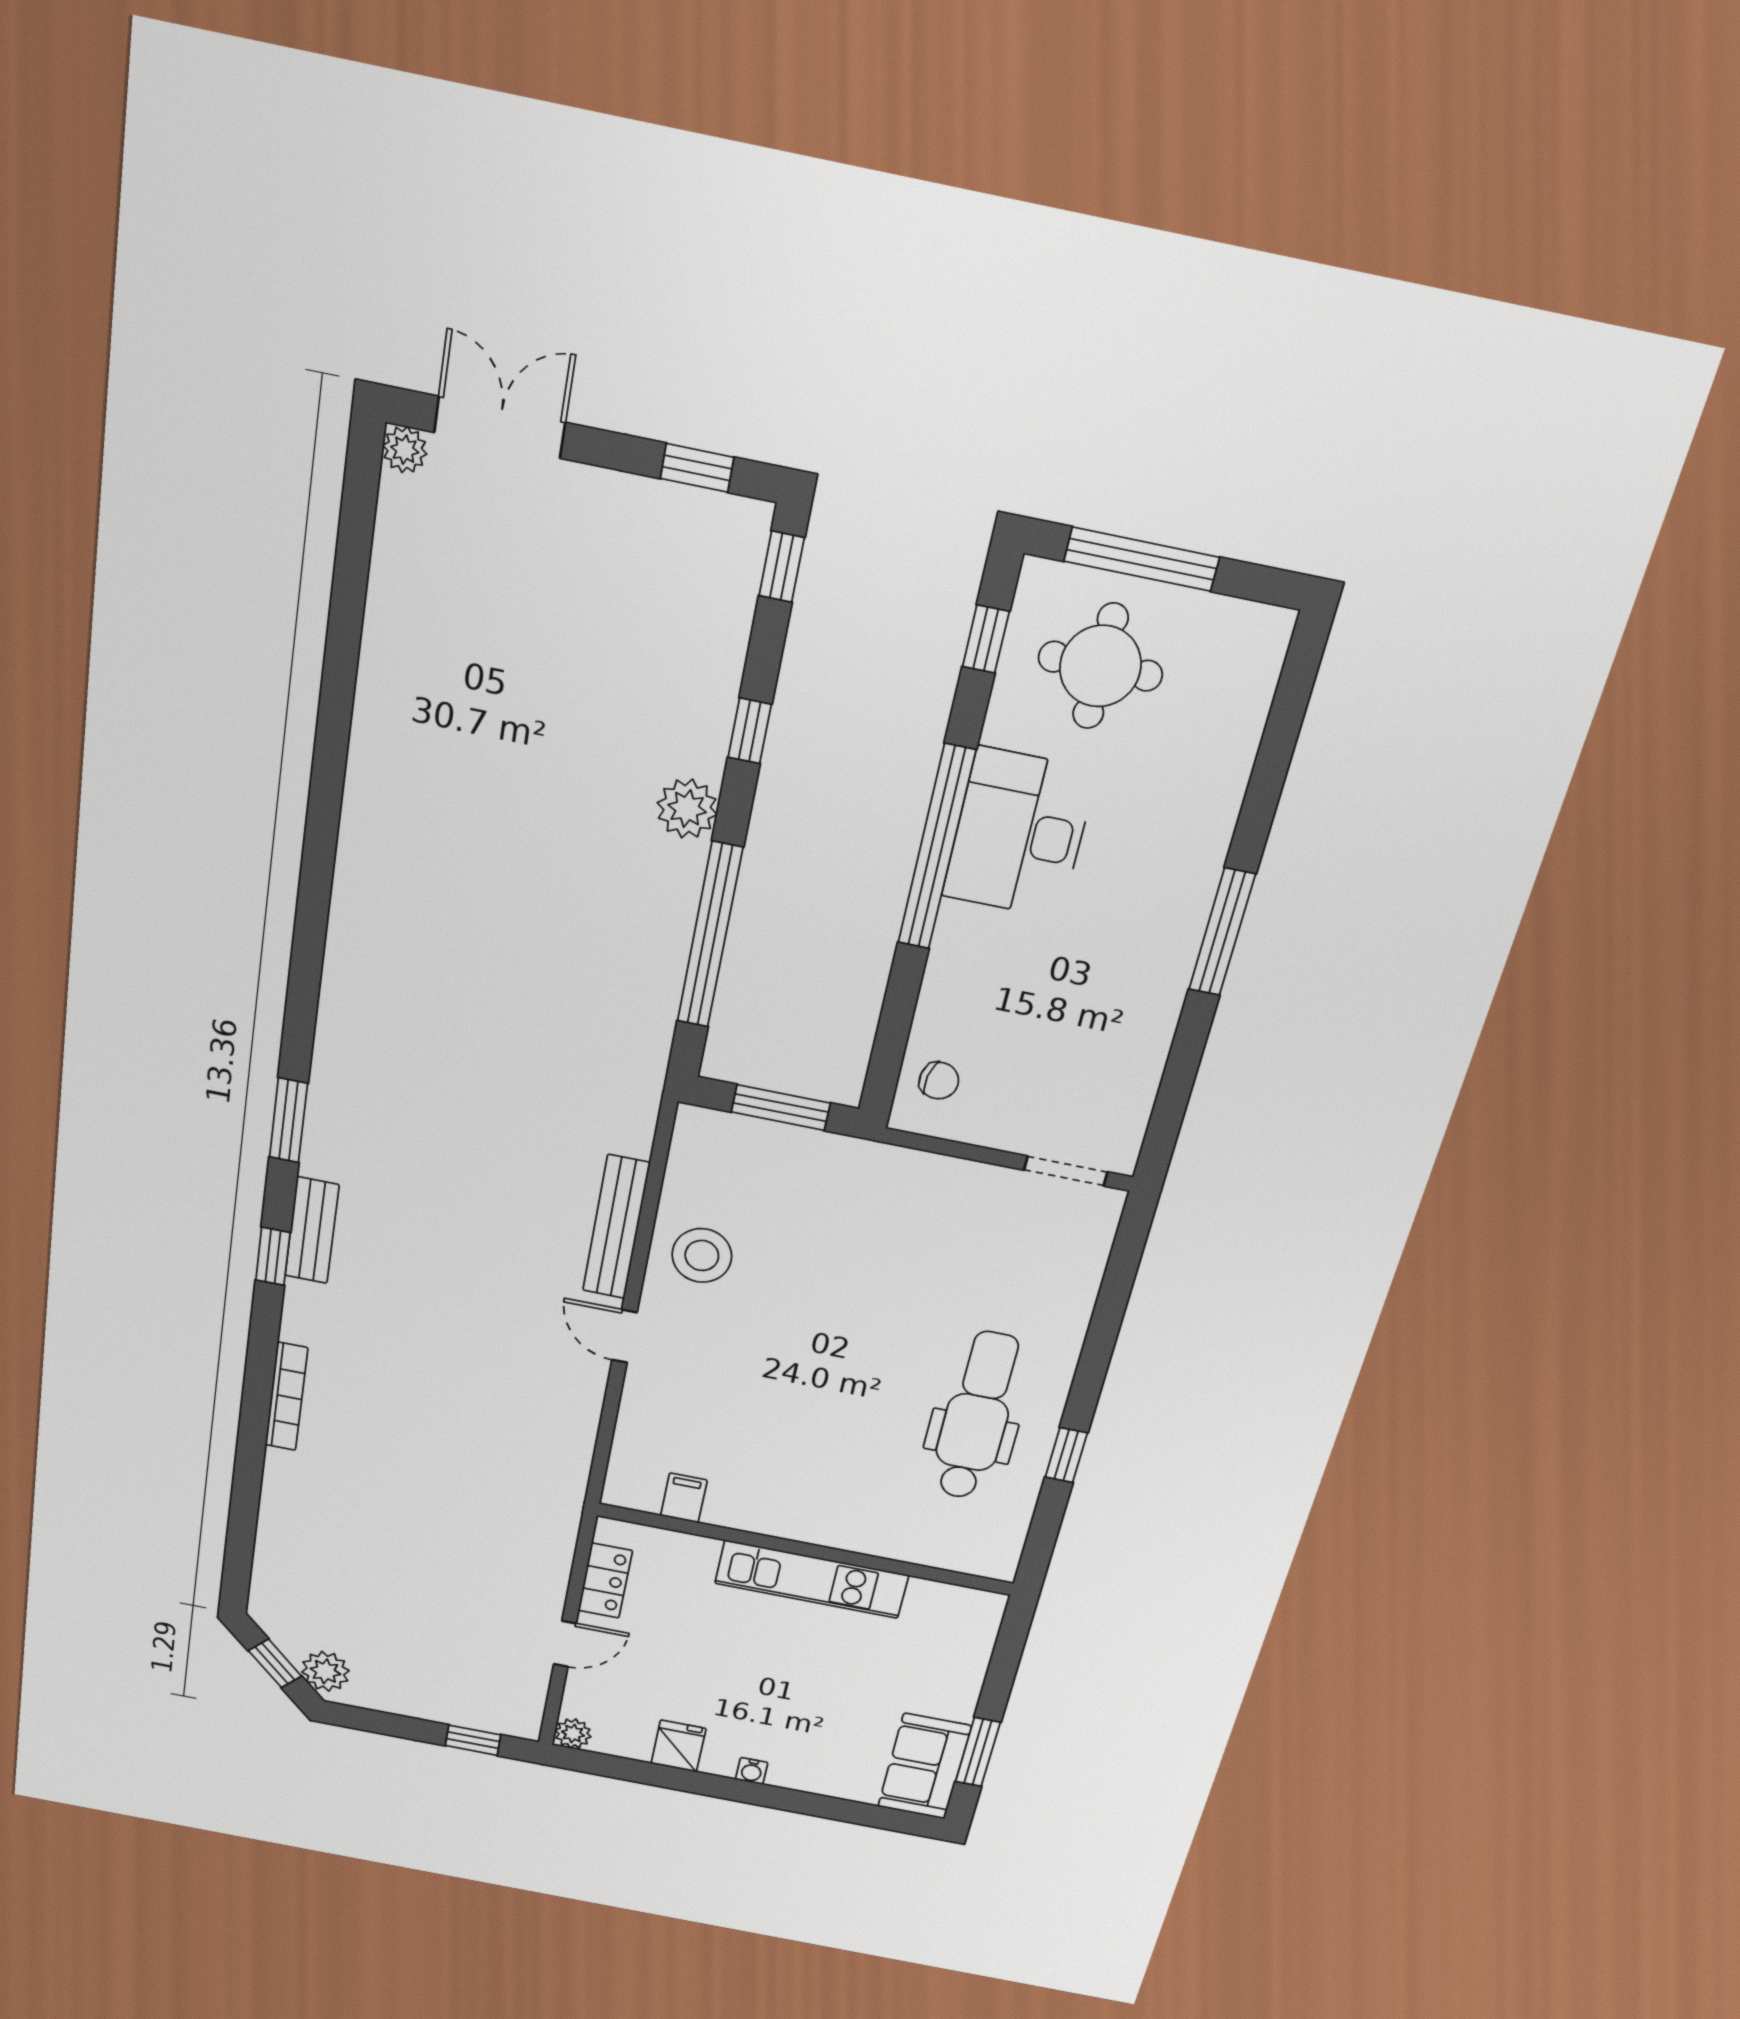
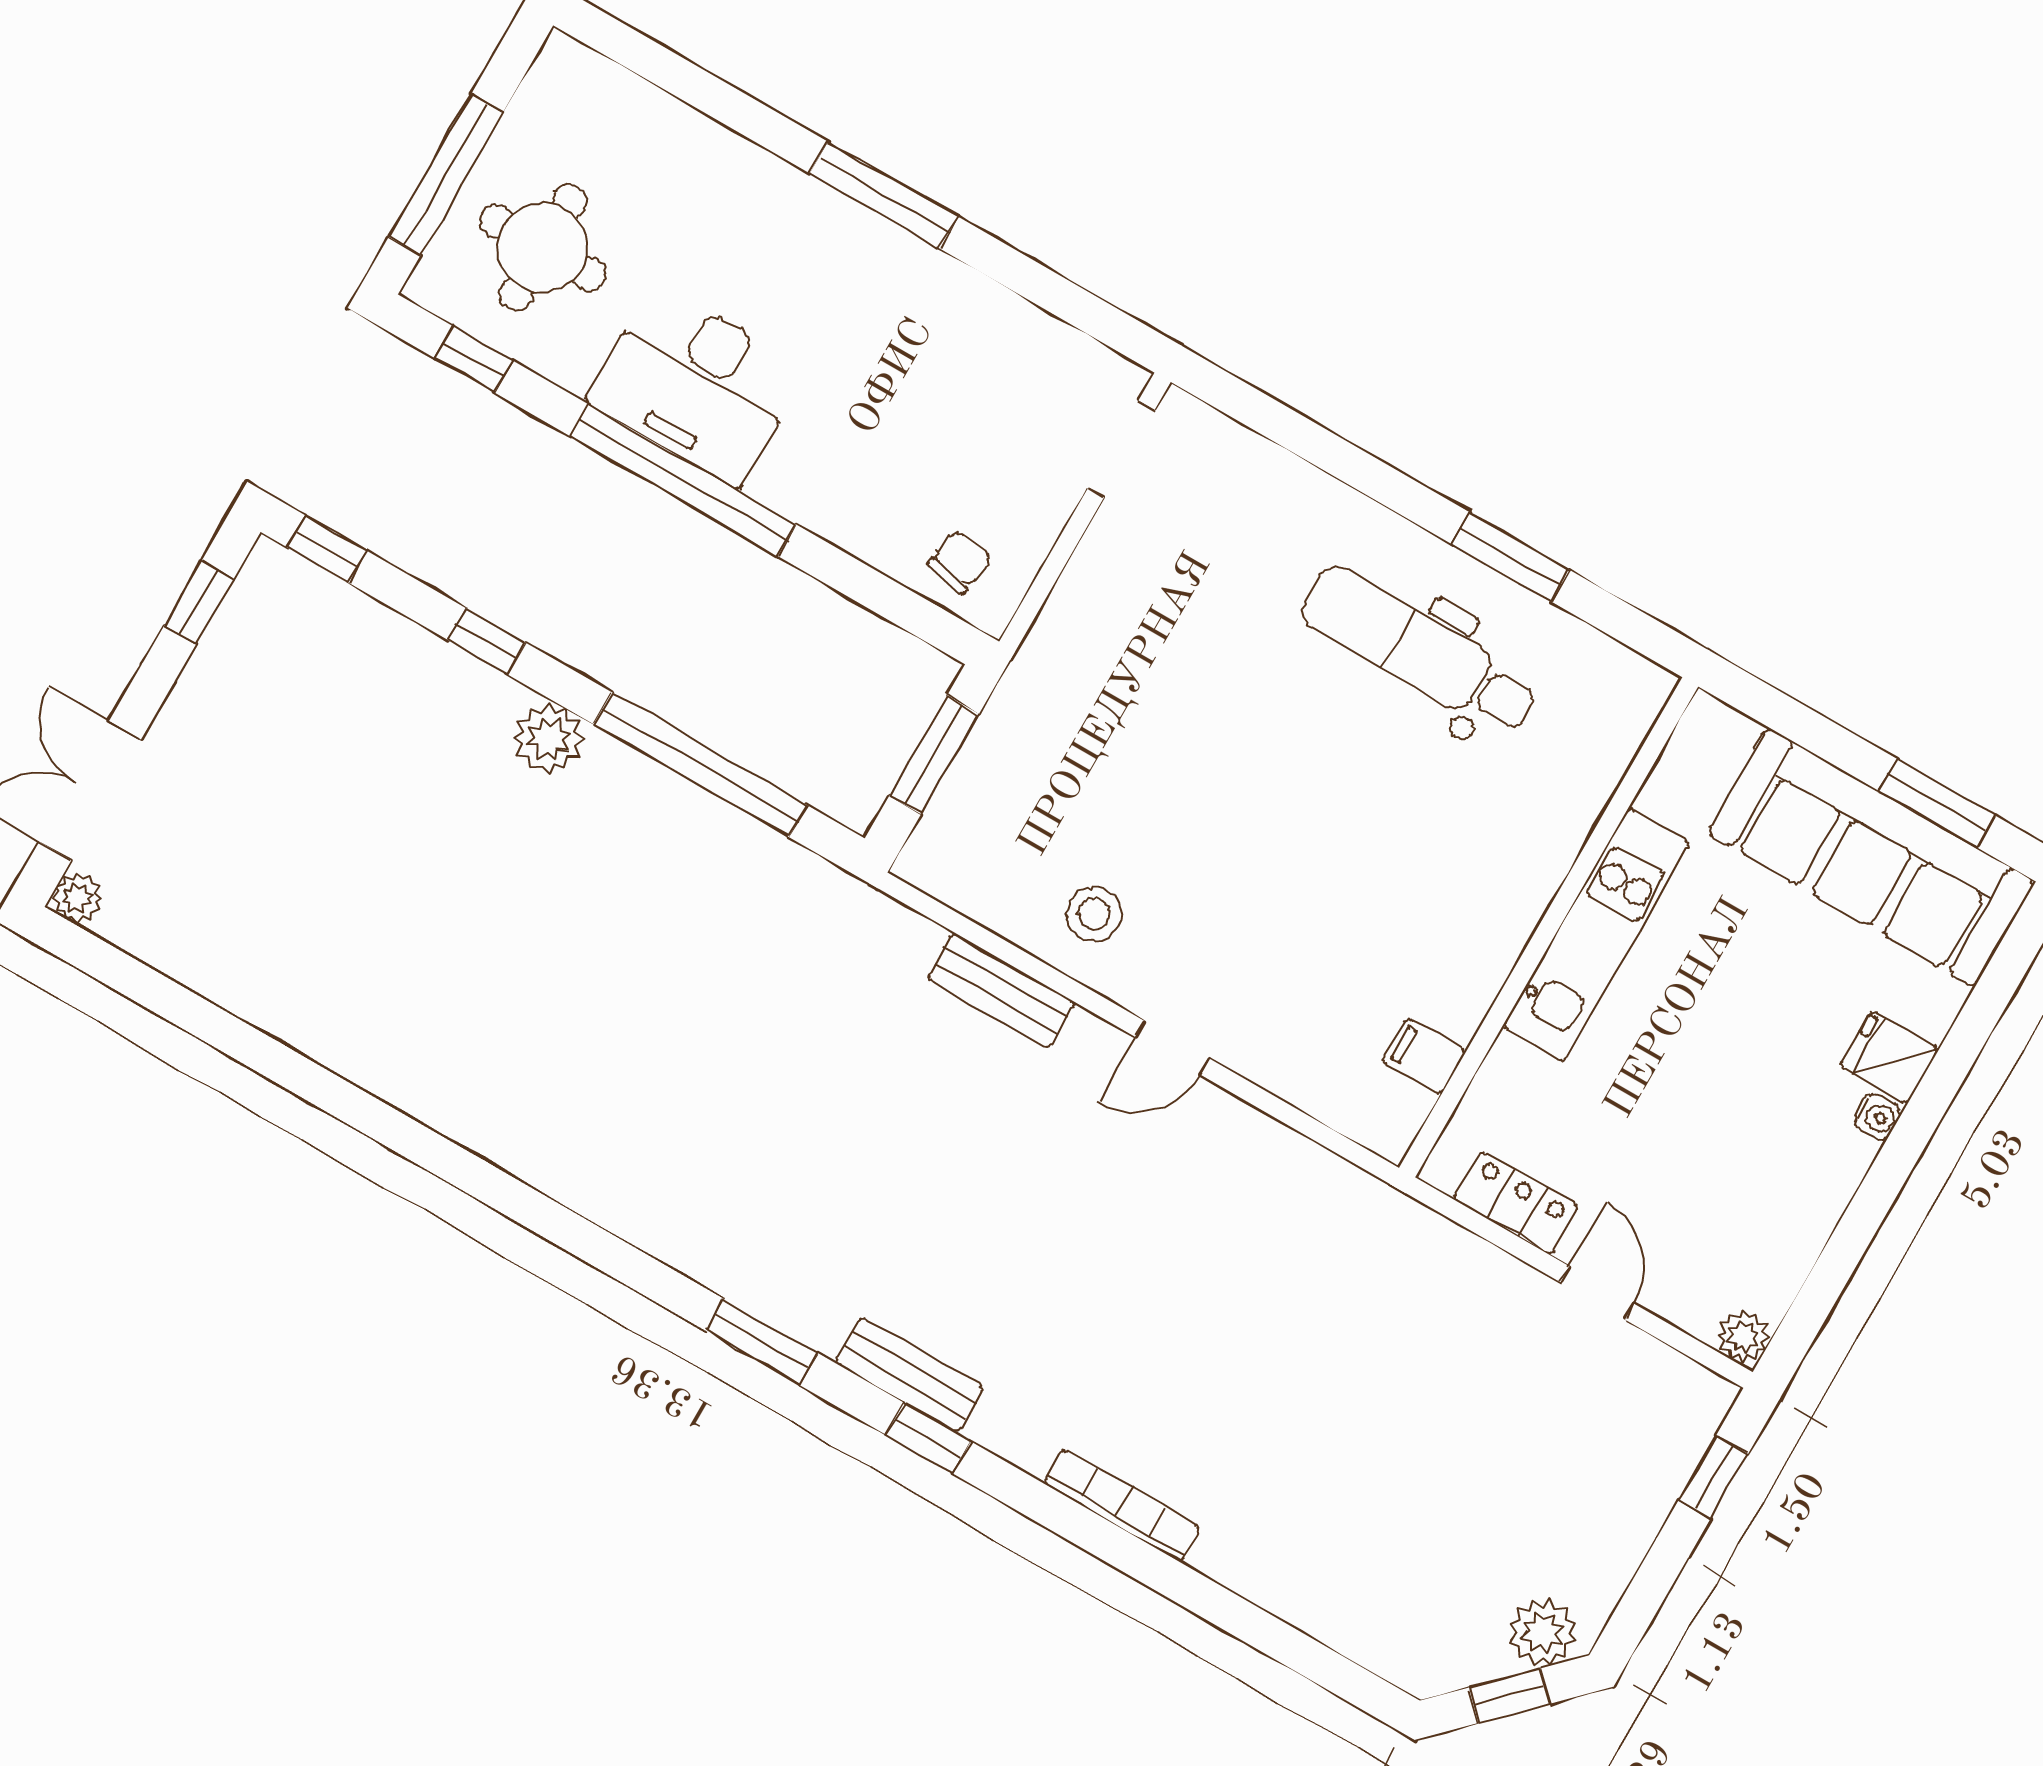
bench: (616, 1227) -> (1001, 991), width x0.73
stool: (702, 1256) -> (1094, 914), width x0.73, depth x0.73
window: (1066, 1455) -> (1511, 557), width x1.50
fridge: (678, 1746) -> (1889, 1058), moved
sofa: (924, 1766) -> (1871, 857), width x1.85, depth x1.27

